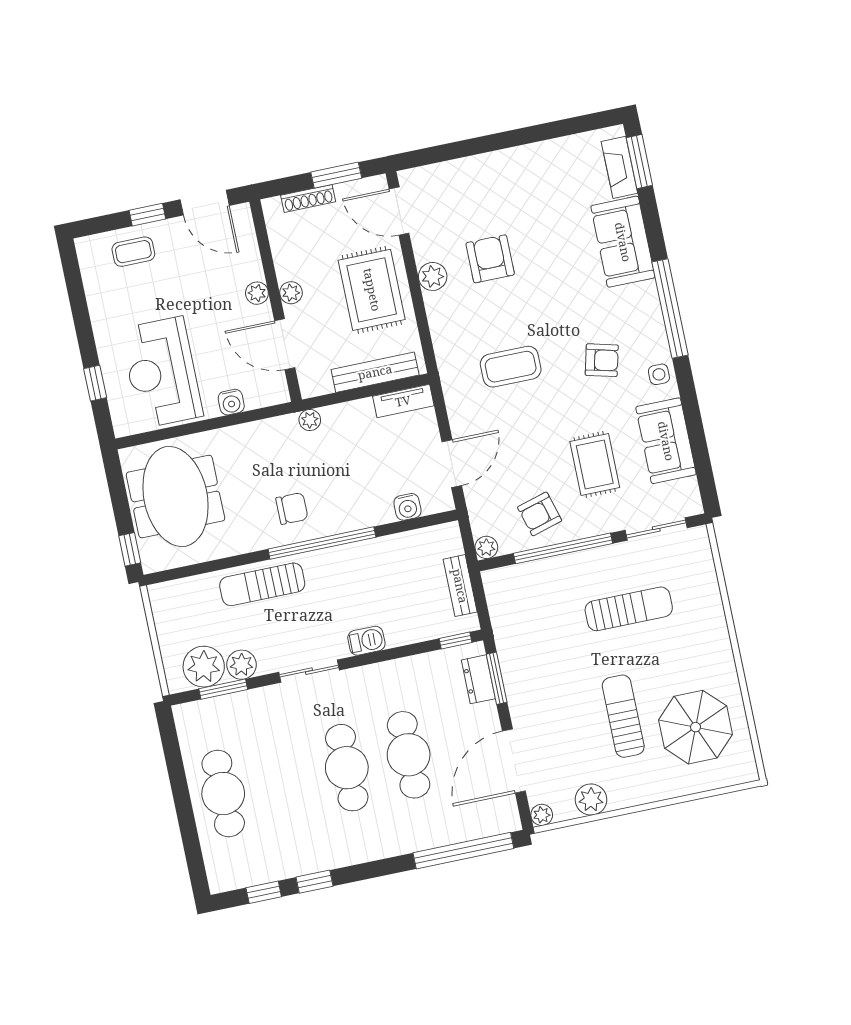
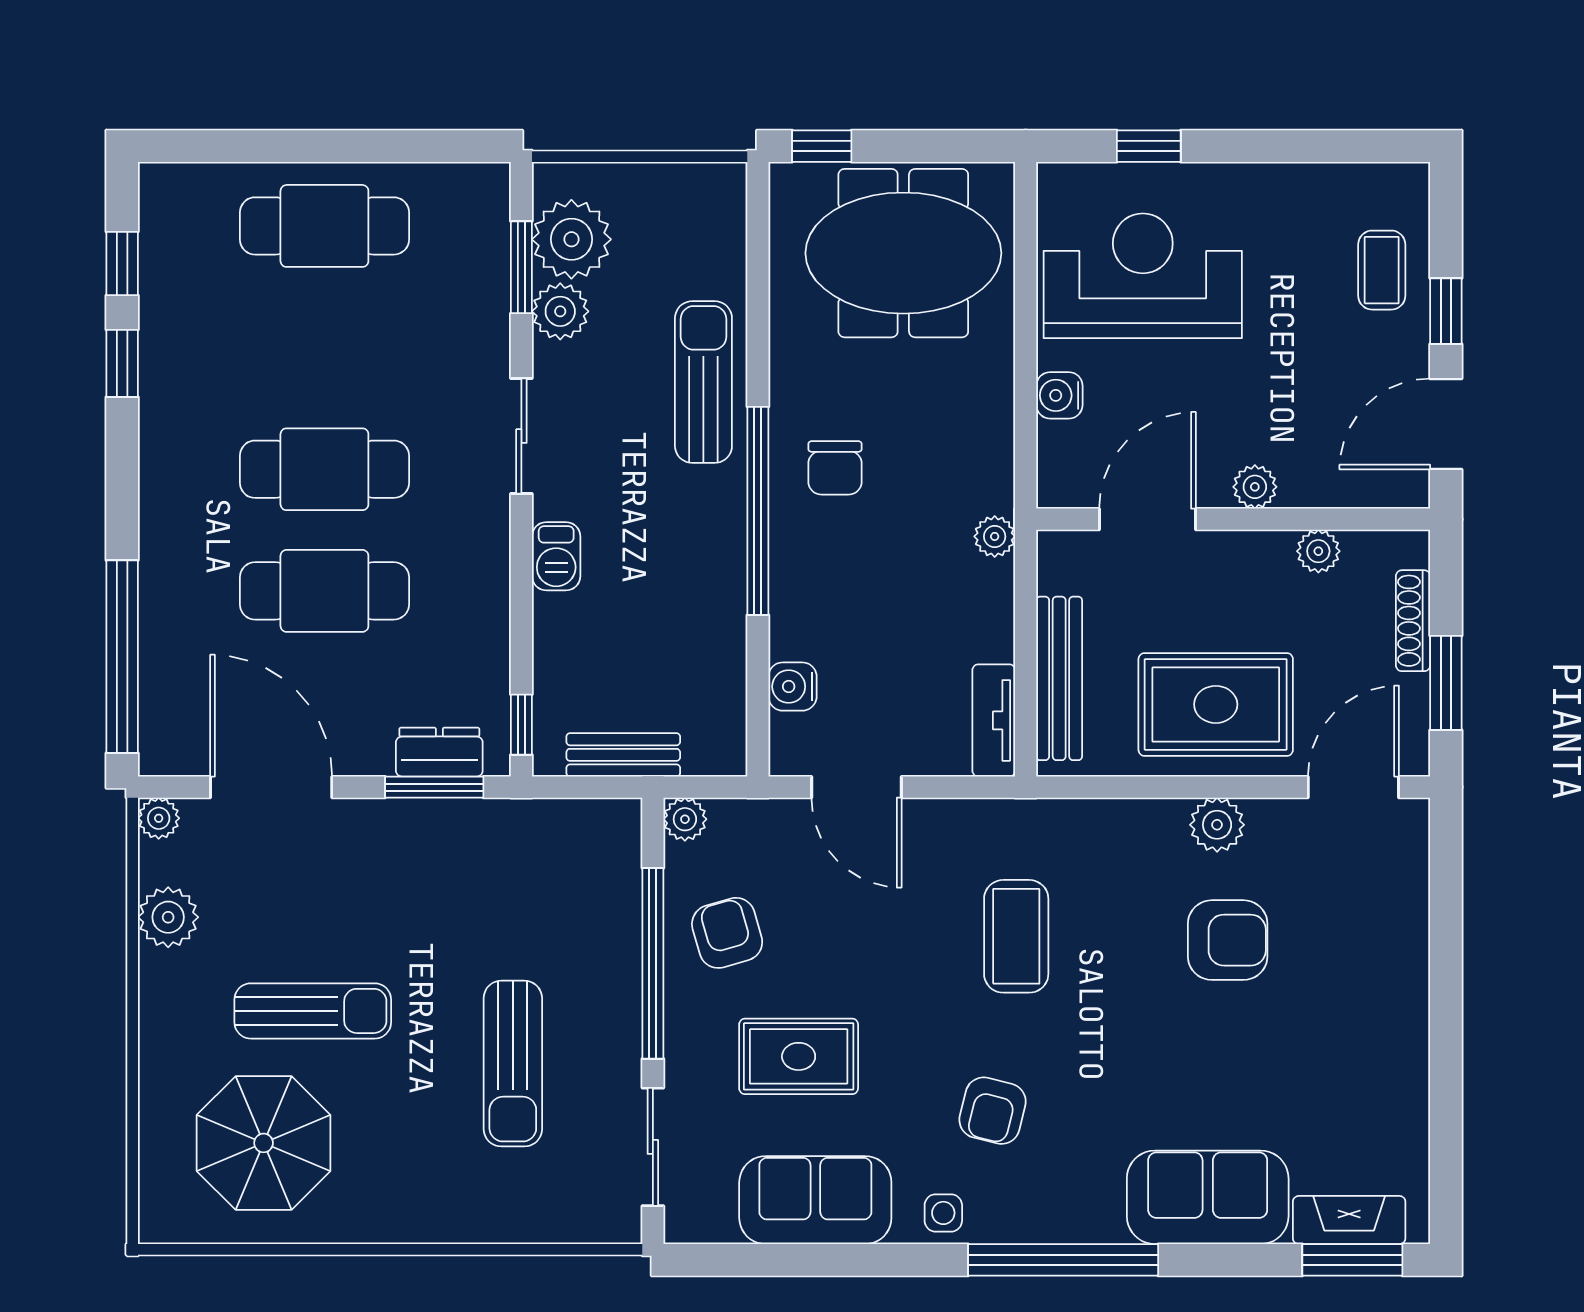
plant: (291, 293) -> (1318, 551), moved

